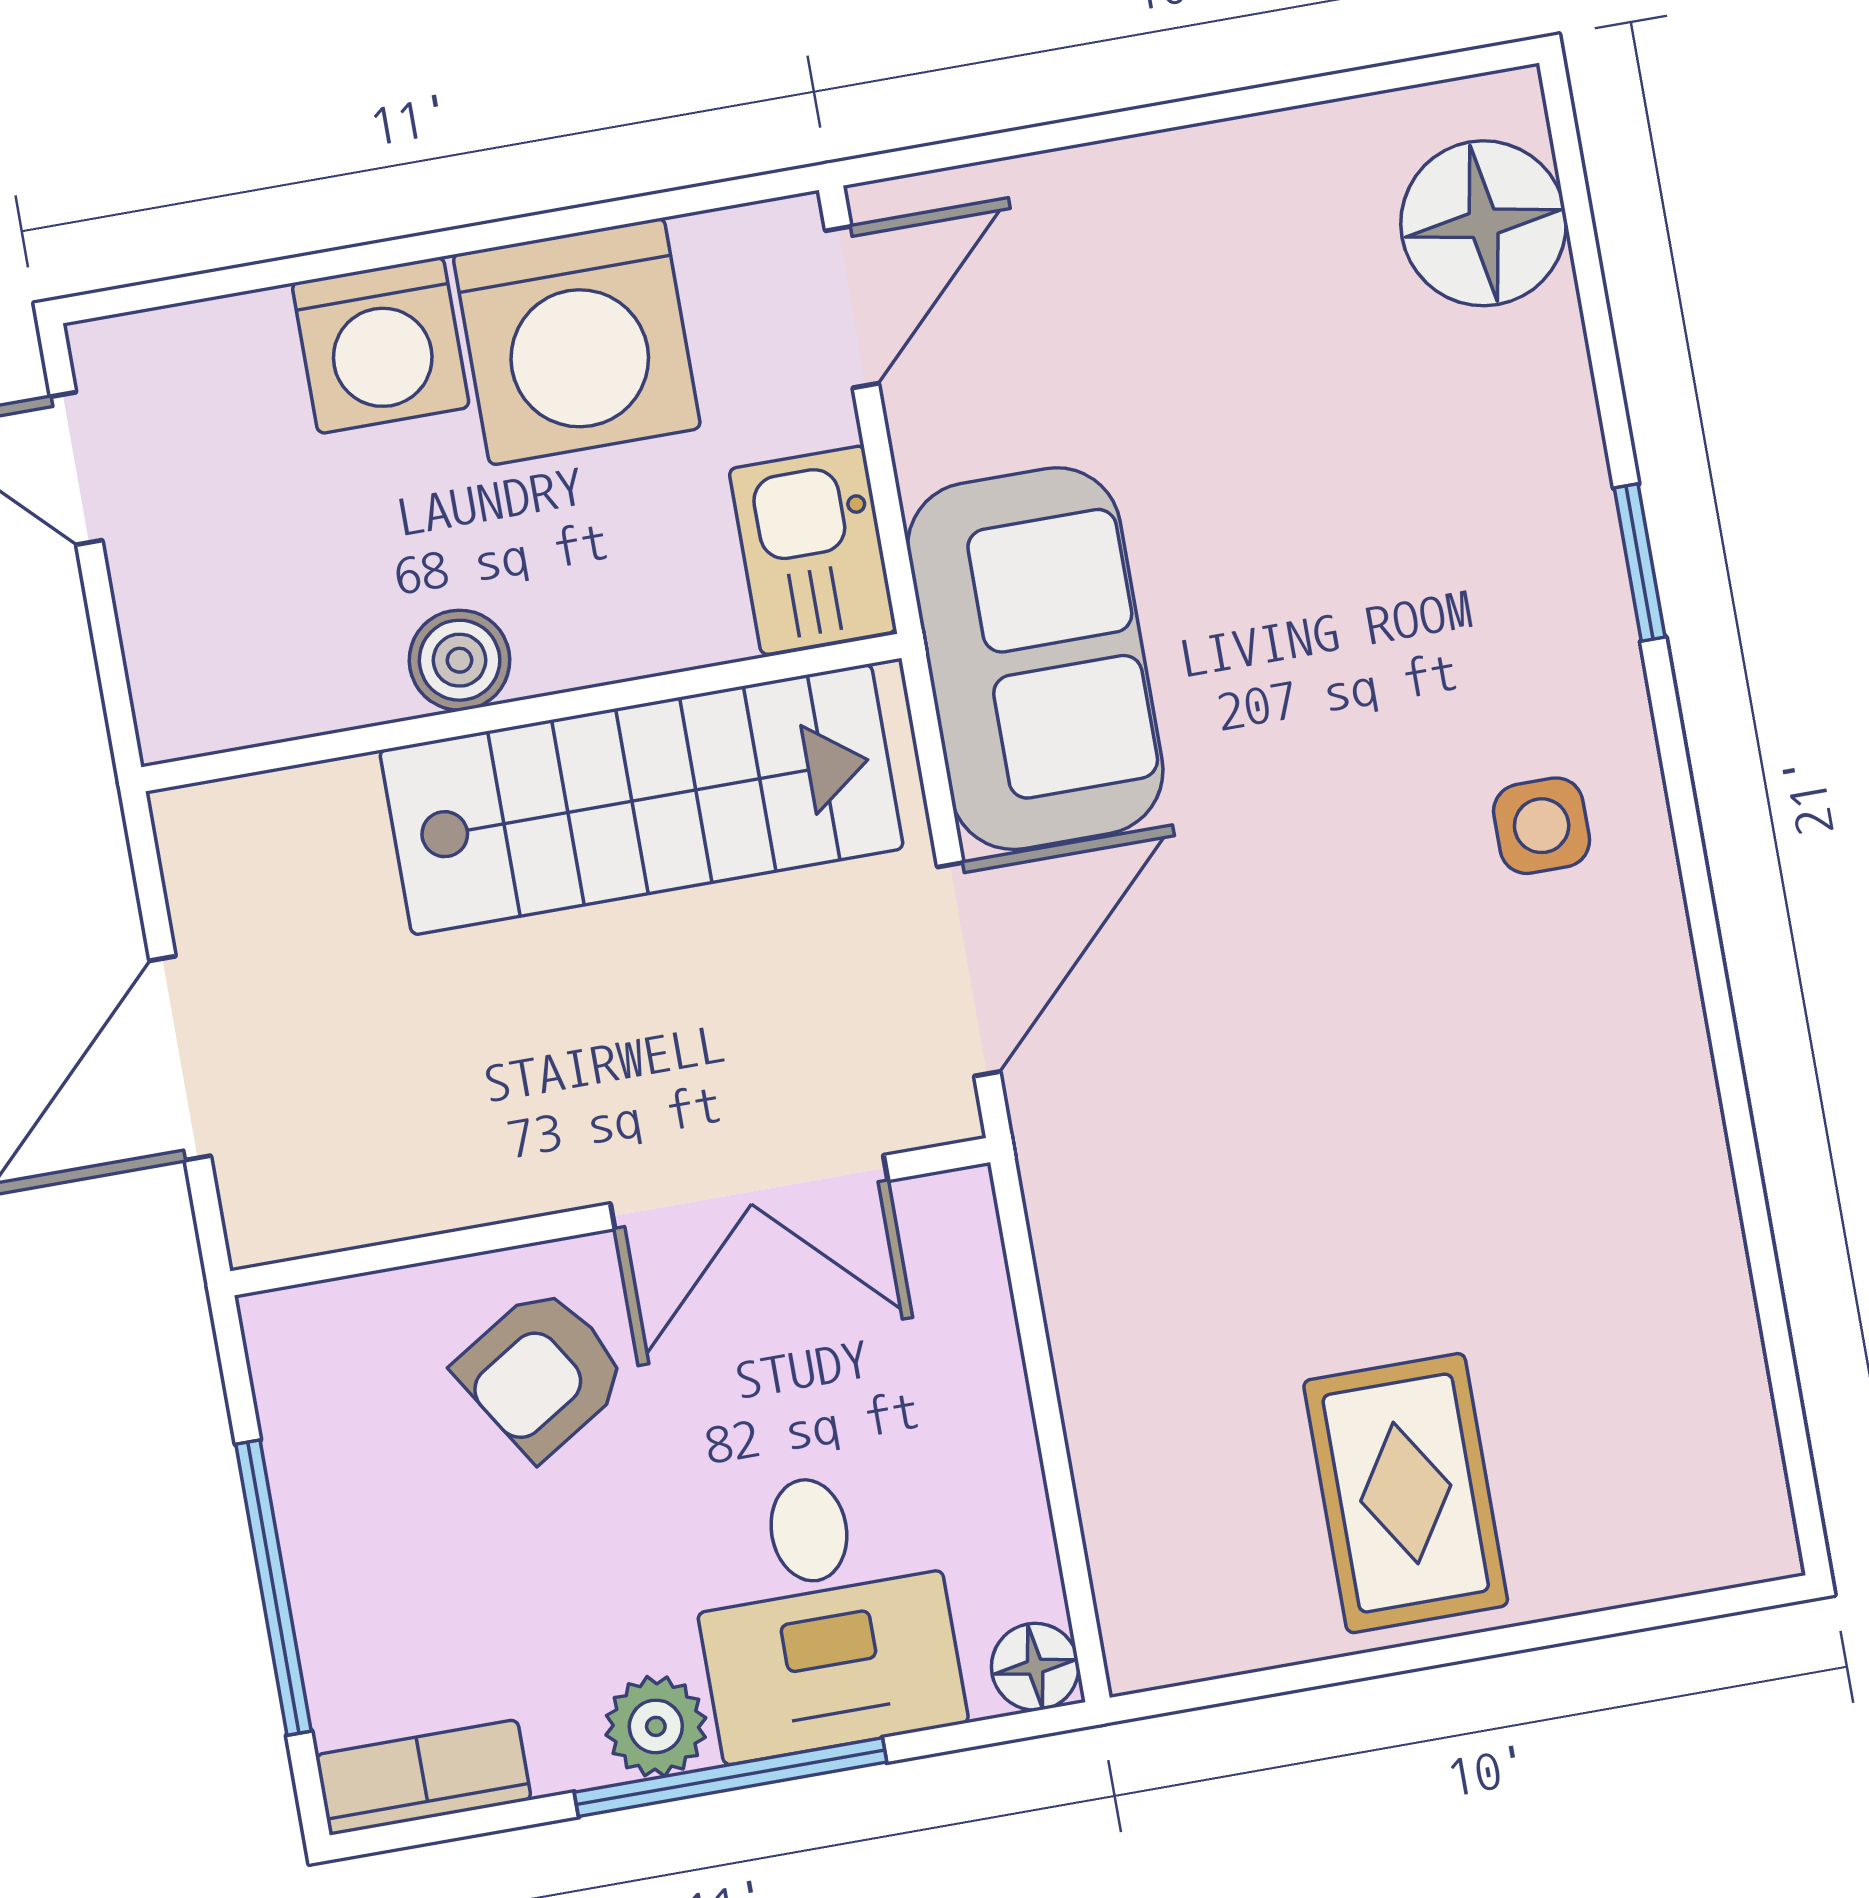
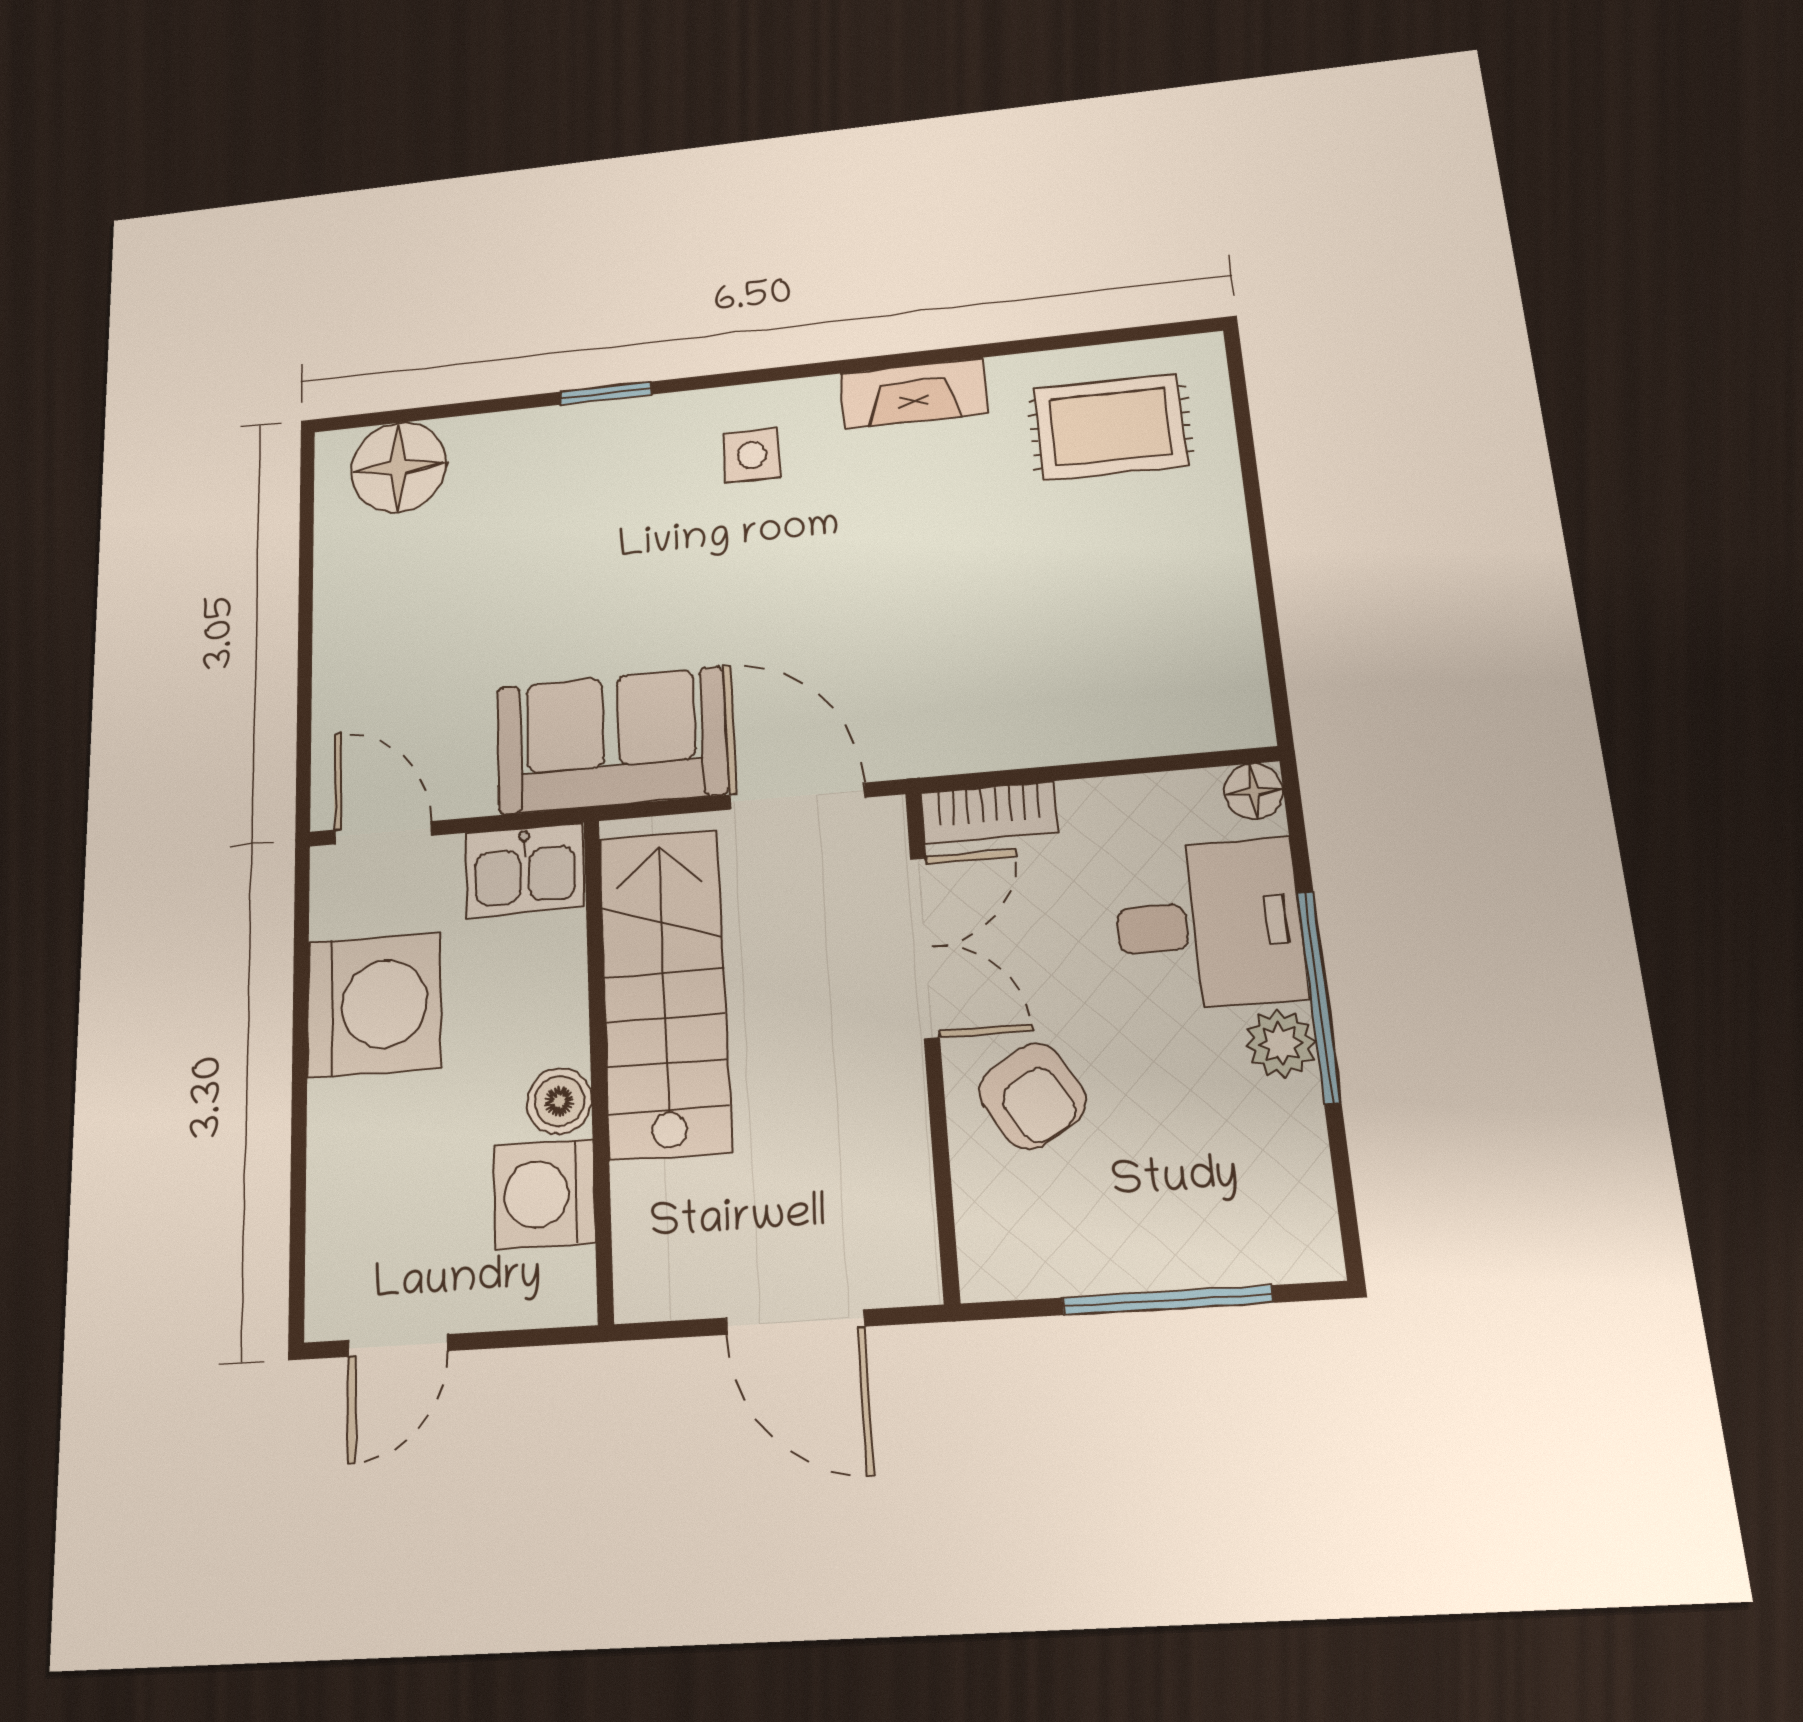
washing machine: (381, 345) -> (544, 1194), moved, turned 180
fireplace: (1667, 1082) -> (914, 393), added
rug: (1406, 1493) -> (1110, 427), moved
bookcase: (423, 1777) -> (989, 813), moved, turned -90

